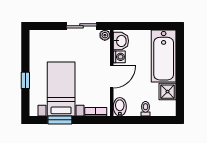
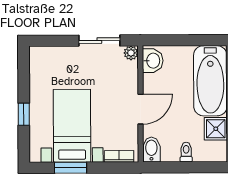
washing machine: (119, 57) -> (151, 82), removed

